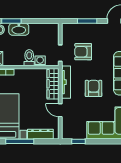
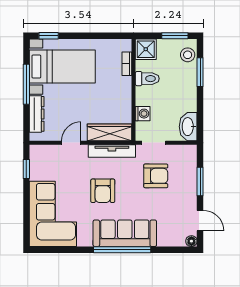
washbasin: (19, 29) -> (188, 127), moved
armchair: (83, 52) -> (156, 176), turned 90
toilet: (29, 58) -> (147, 79), moved
armchair: (94, 88) -> (103, 191), turned 90

